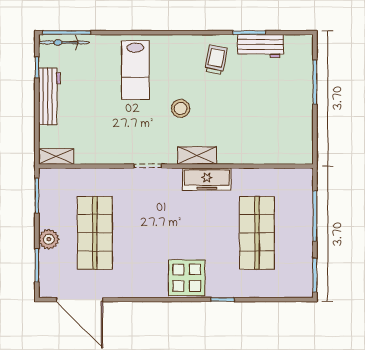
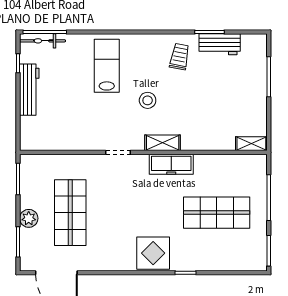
lab bench: (135, 70) -> (107, 66), turned 180
shelving: (56, 156) -> (251, 144), moved
shop shelf: (257, 233) -> (217, 213), turned 90

